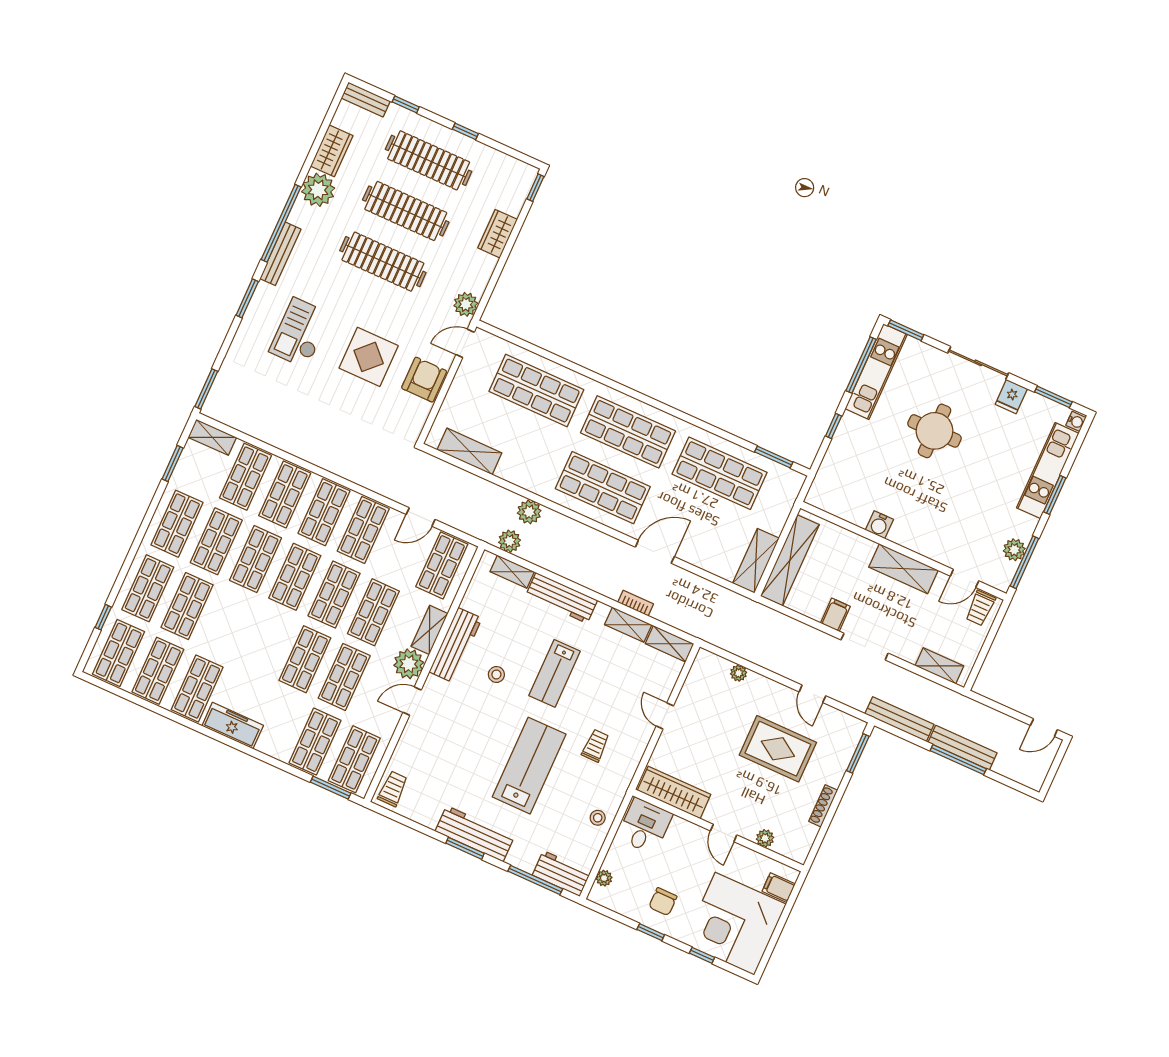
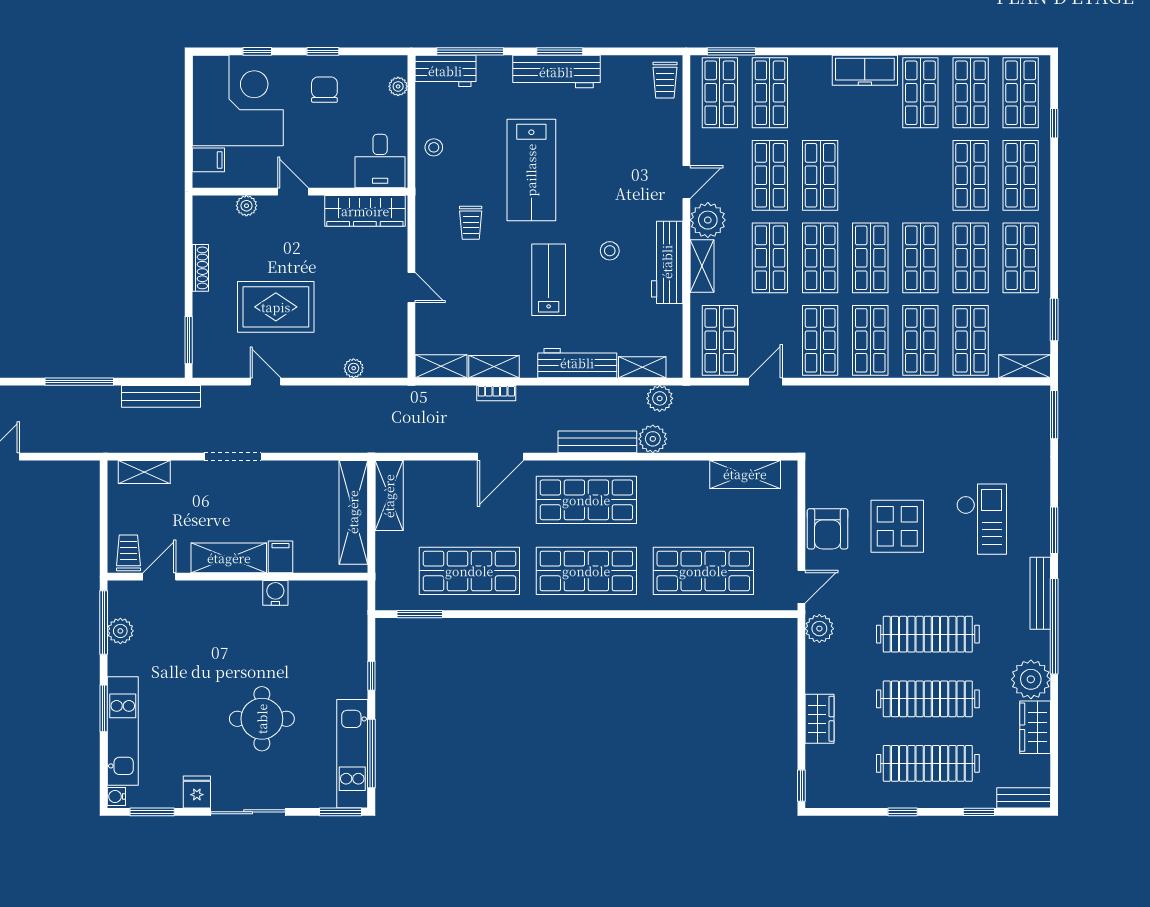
filing cabinet: (835, 615) -> (280, 557), moved, turned 180
bench: (963, 748) -> (597, 442), moved

